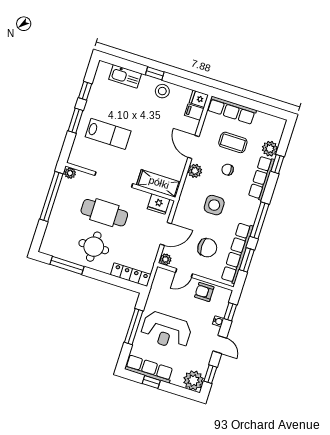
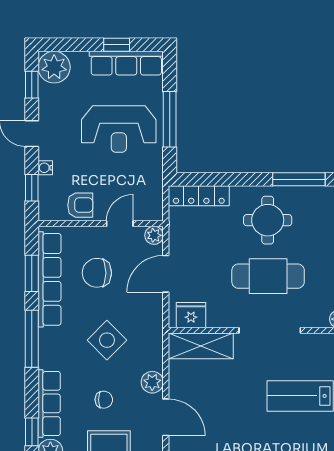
side table: (214, 205) -> (107, 340), turned 45
reception desk: (166, 331) -> (119, 129), turned 180

